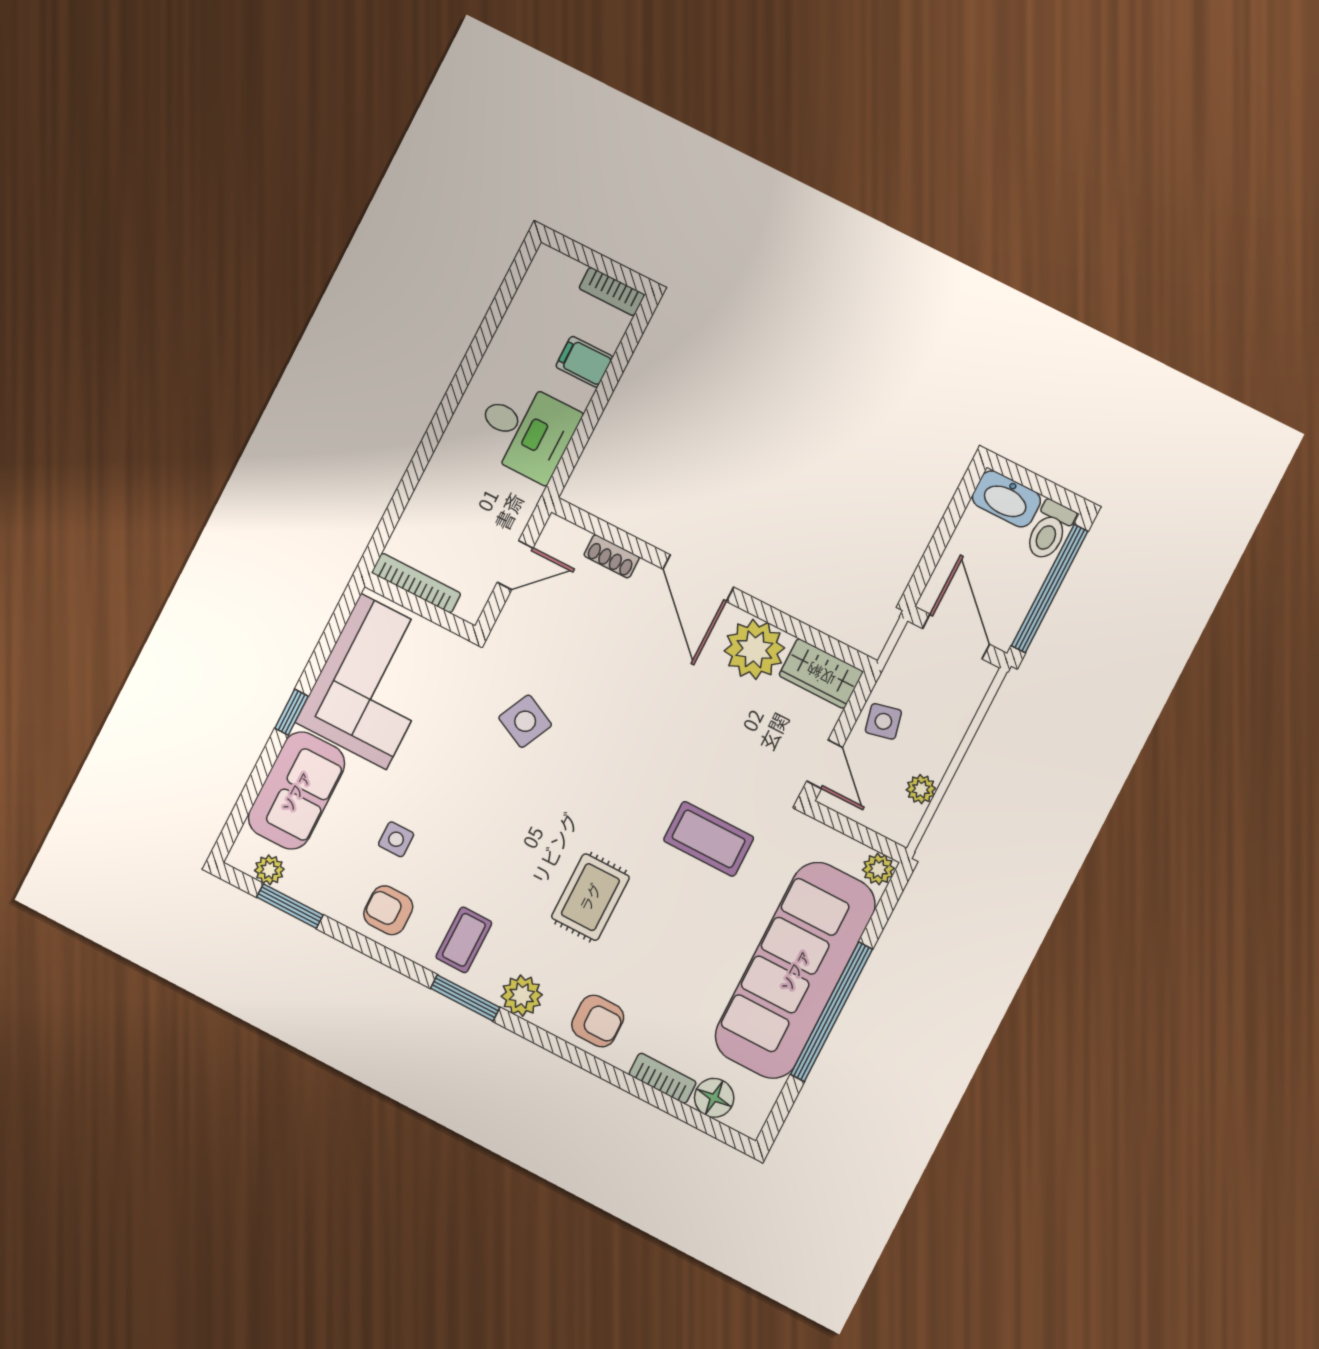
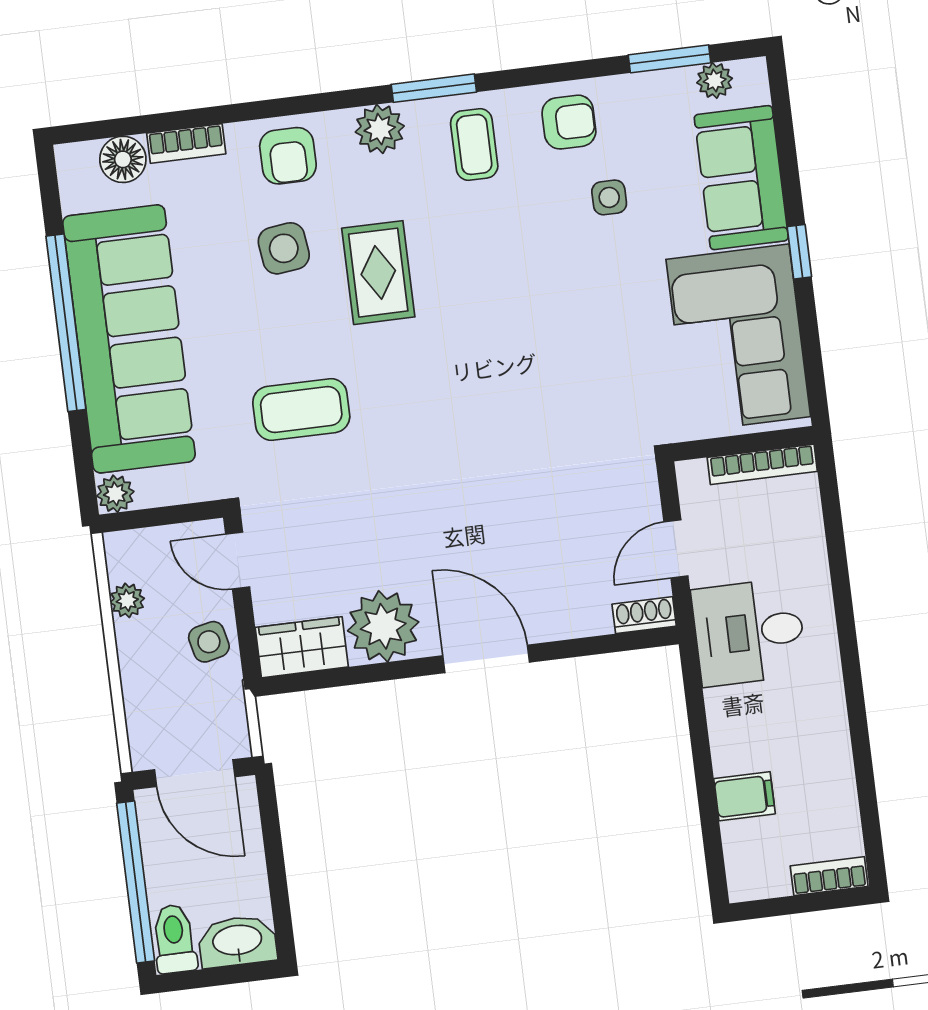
bookcase: (612, 291) -> (829, 876), moved
desk: (526, 430) -> (749, 632), moved
shoe rack: (612, 556) -> (644, 615), moved
side table: (525, 721) -> (284, 248), moved, turned -33
armchair: (598, 1021) -> (288, 156), turned -90

